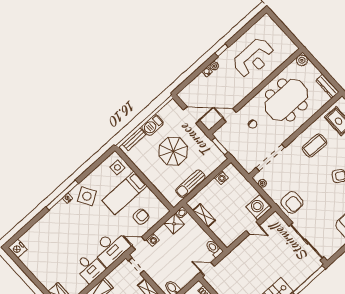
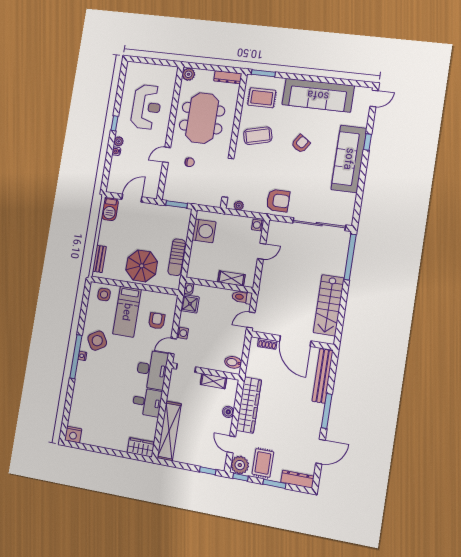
door: (229, 115) -> (167, 155), moved
barbecue: (153, 125) -> (110, 209), moved
coffee table: (315, 146) -> (258, 136), turned 74
parasol: (173, 151) -> (142, 266), moved
washing machine: (221, 178) -> (204, 231), width x1.89, depth x1.89
washing machine: (258, 207) -> (258, 225), width x0.53, depth x0.53
shelving: (204, 215) -> (231, 278), moved

